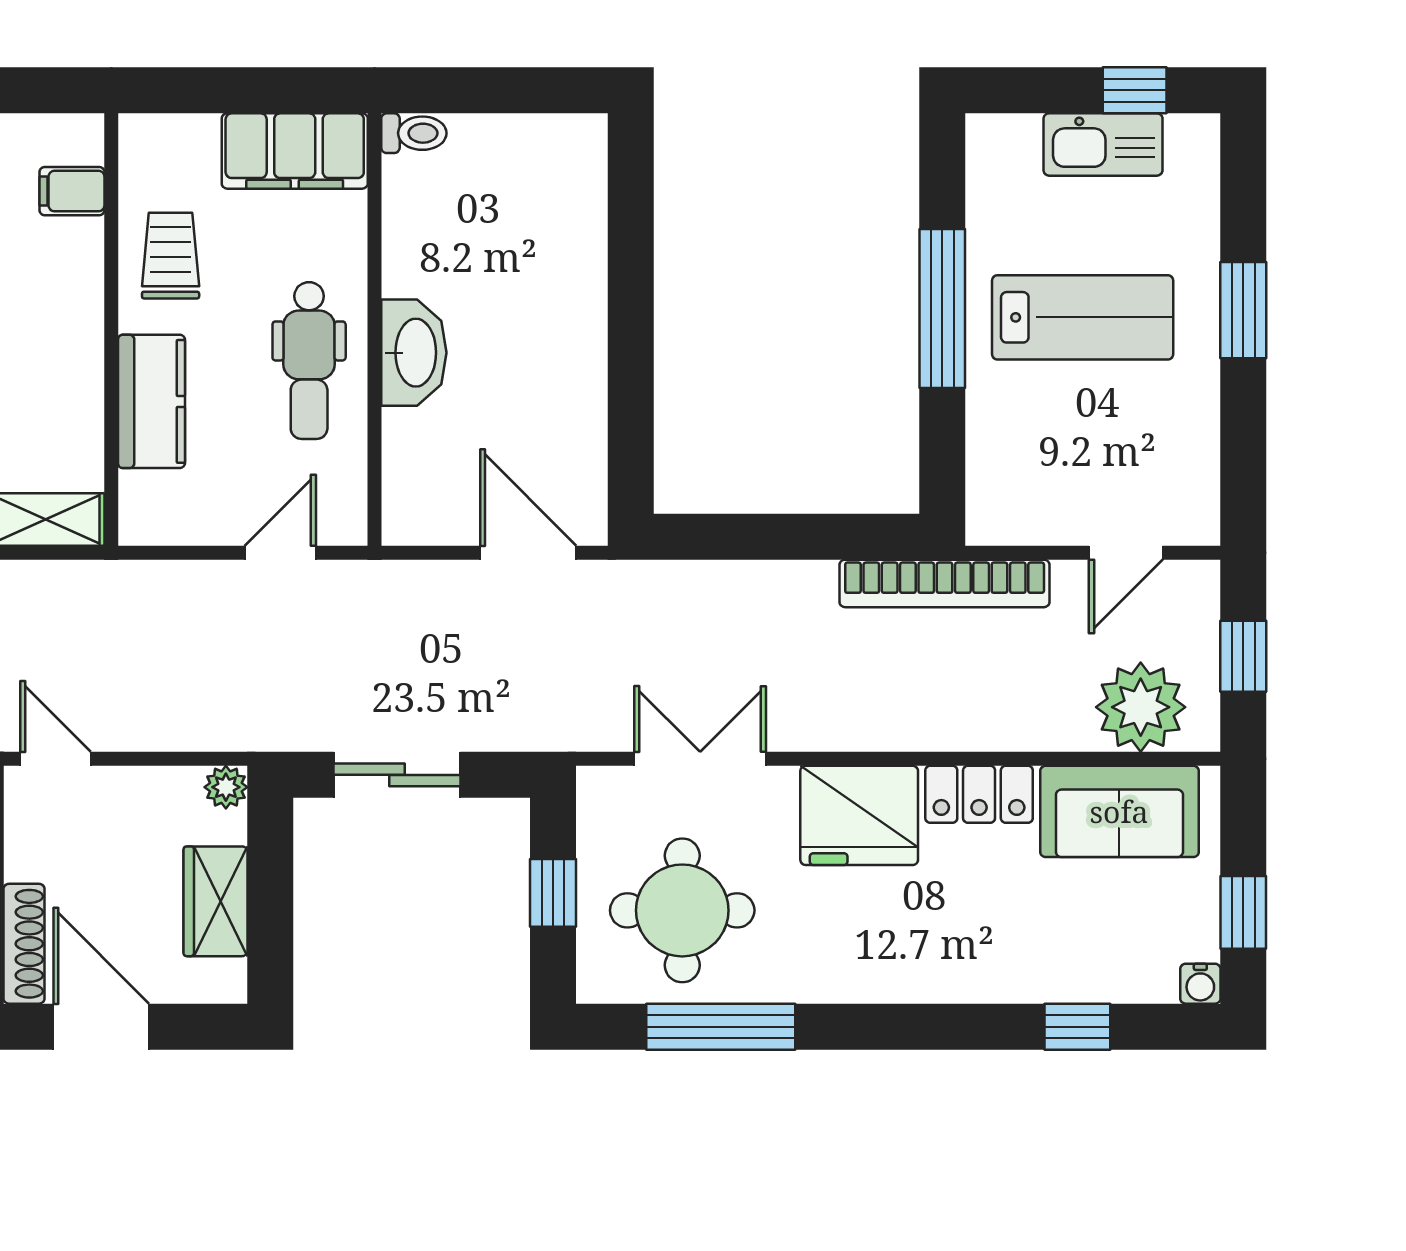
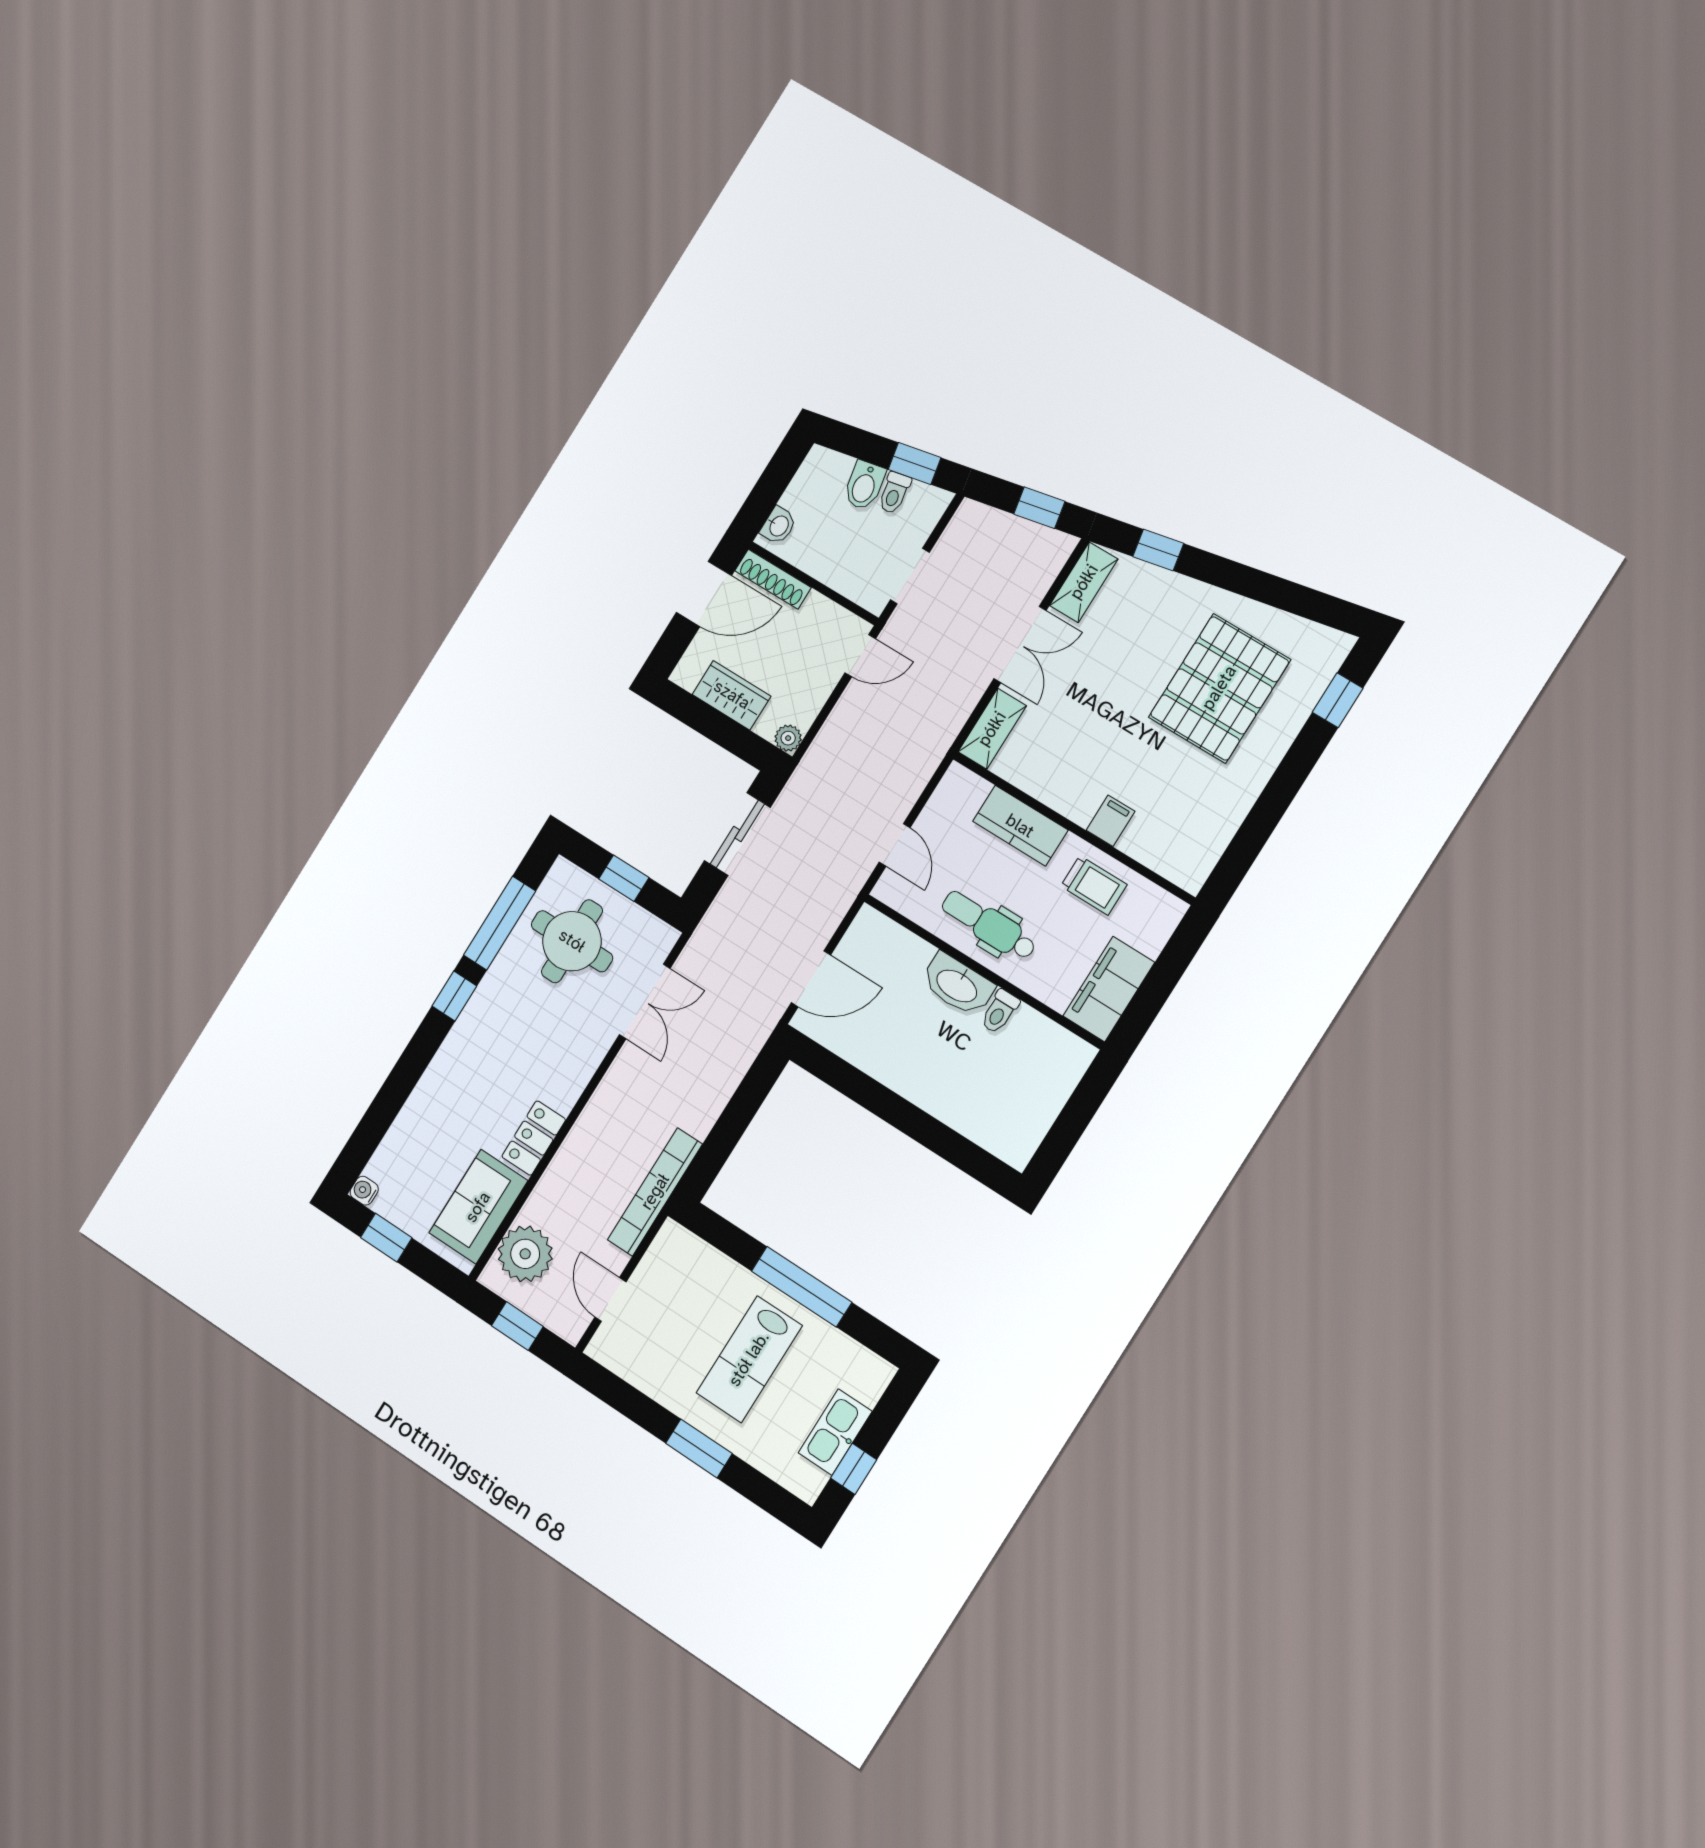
toilet: (414, 133) -> (1000, 1012), moved
filing cabinet: (72, 191) -> (1111, 821), moved
fridge: (859, 815) -> (563, 1067), removed
window: (1077, 1027) -> (454, 996), moved

